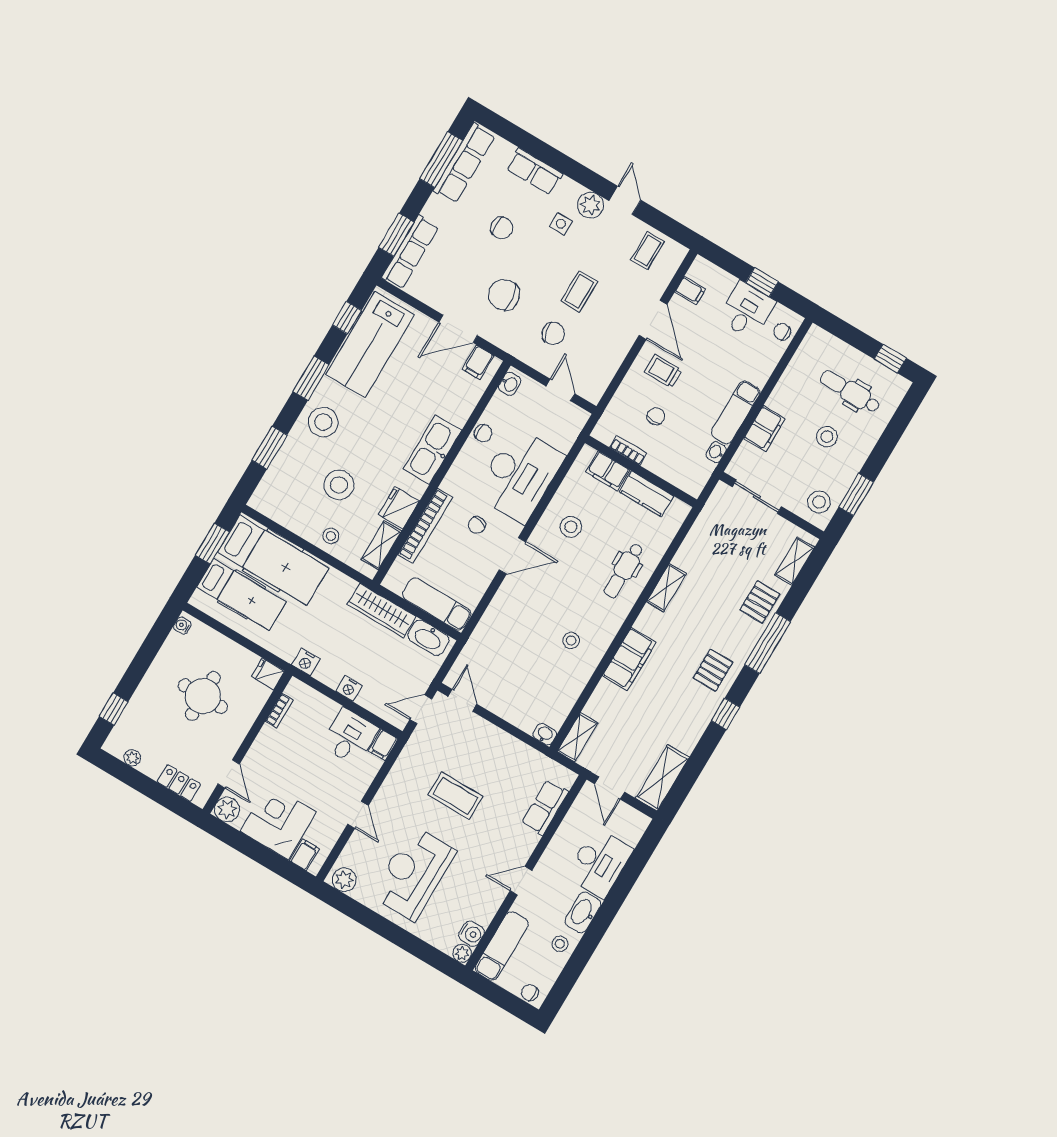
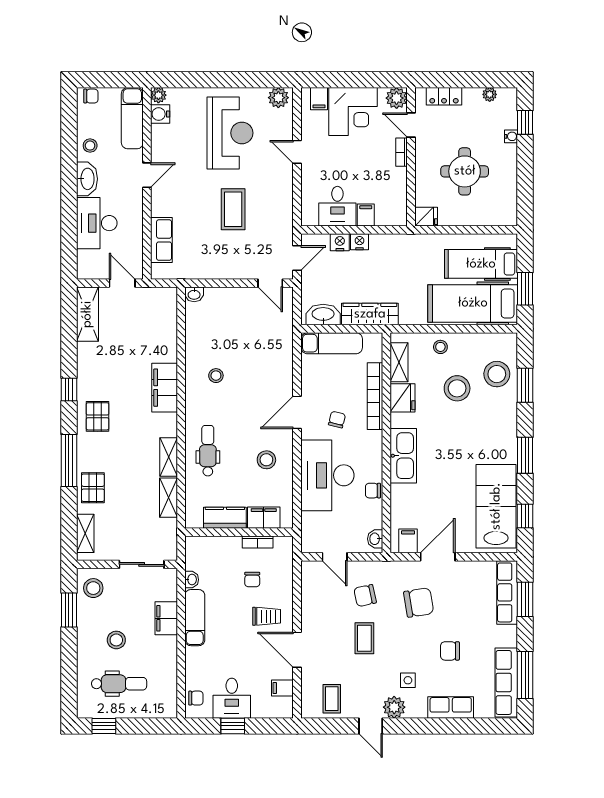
stool: (323, 422) -> (497, 374), moved
water cooler: (182, 626) -> (511, 136), moved
nightstand: (306, 662) -> (340, 242), moved
bookcase: (279, 711) -> (402, 152), moved
shelving: (578, 737) -> (168, 498), moved
filing cabinet: (383, 745) -> (366, 215), moved
coffee table: (455, 796) -> (233, 209), turned 90

